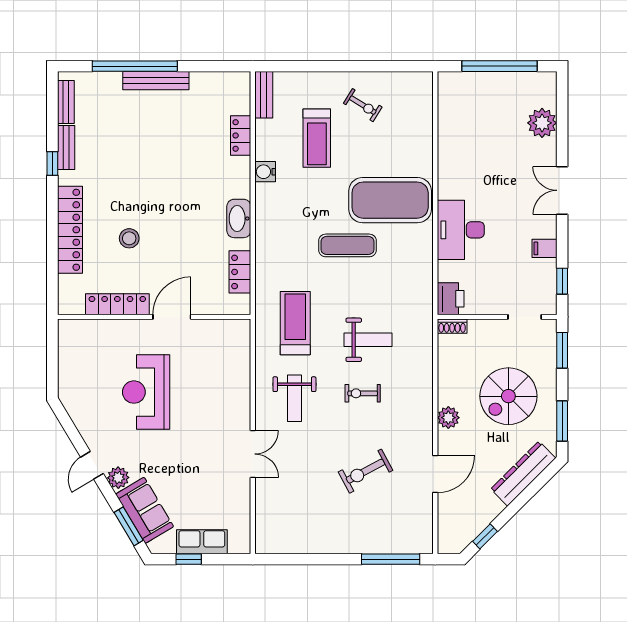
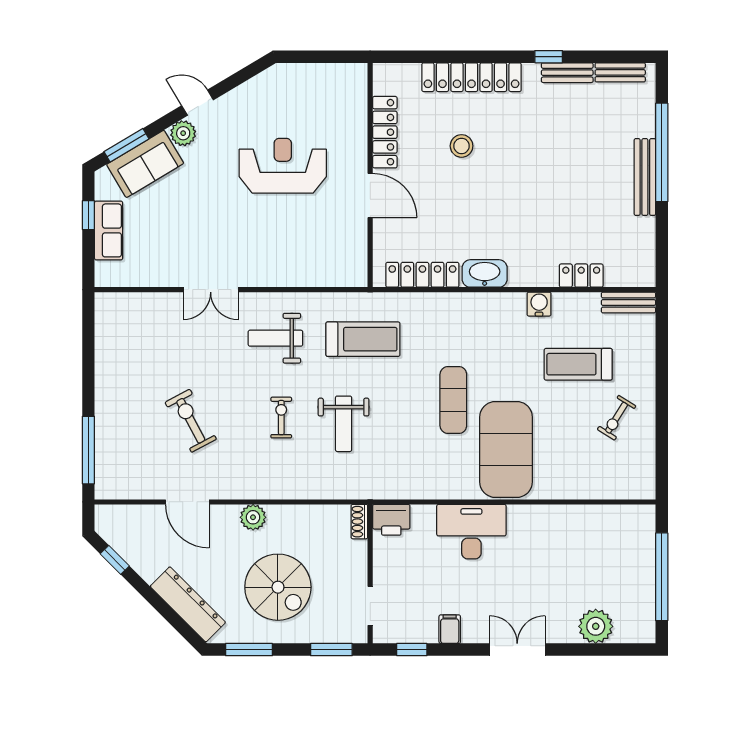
locker: (240, 272) -> (422, 275), width x1.53
spiral stairs: (508, 396) -> (278, 587), turned 180

